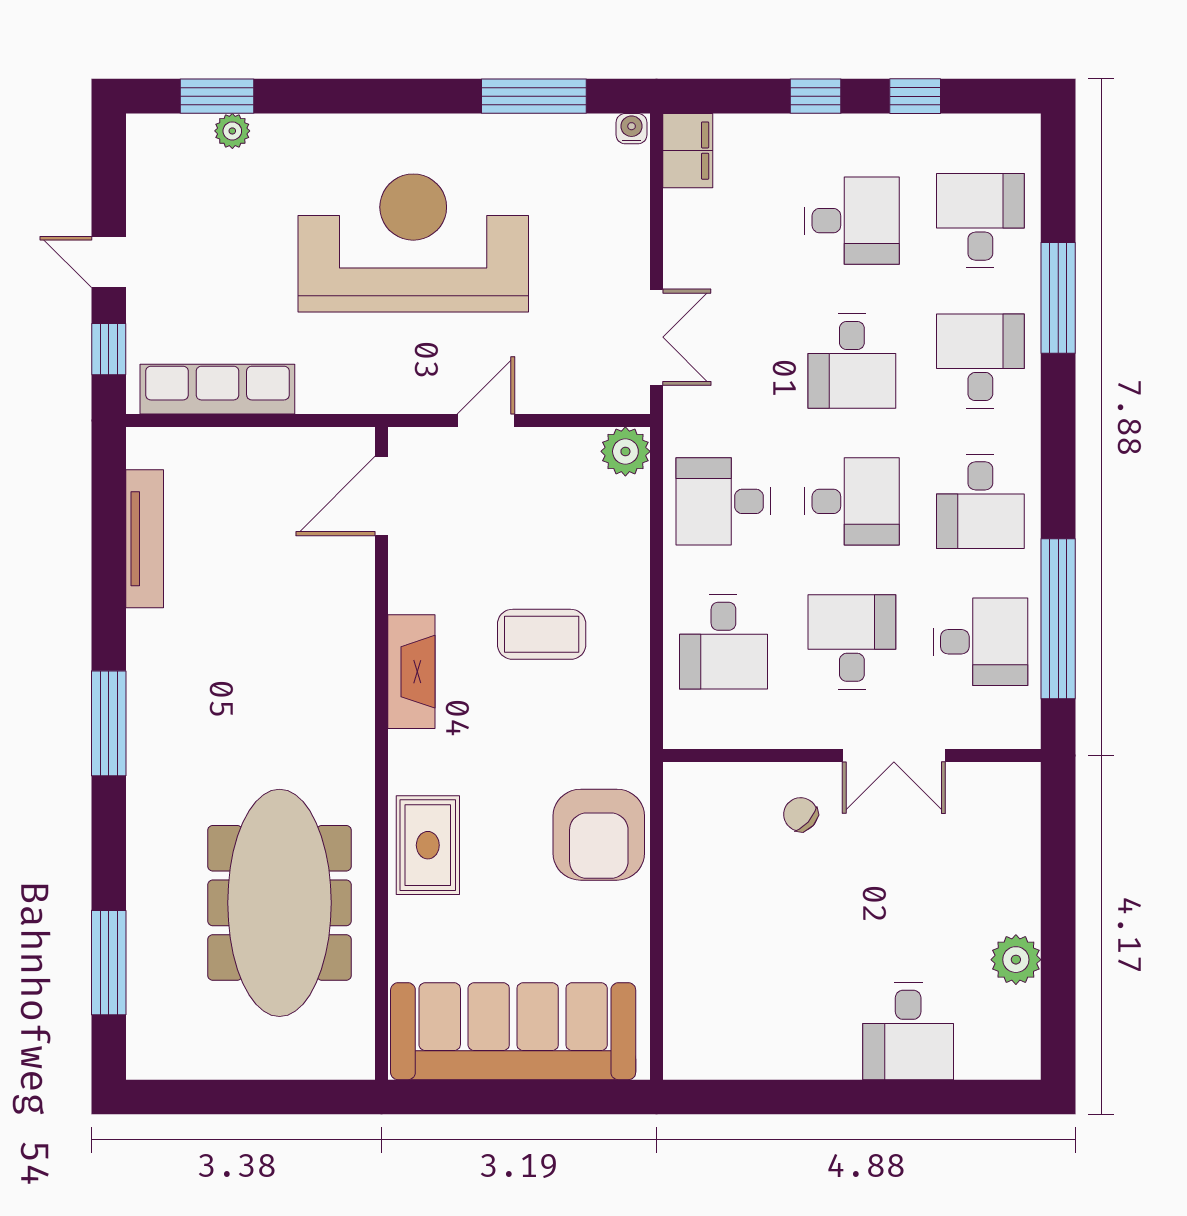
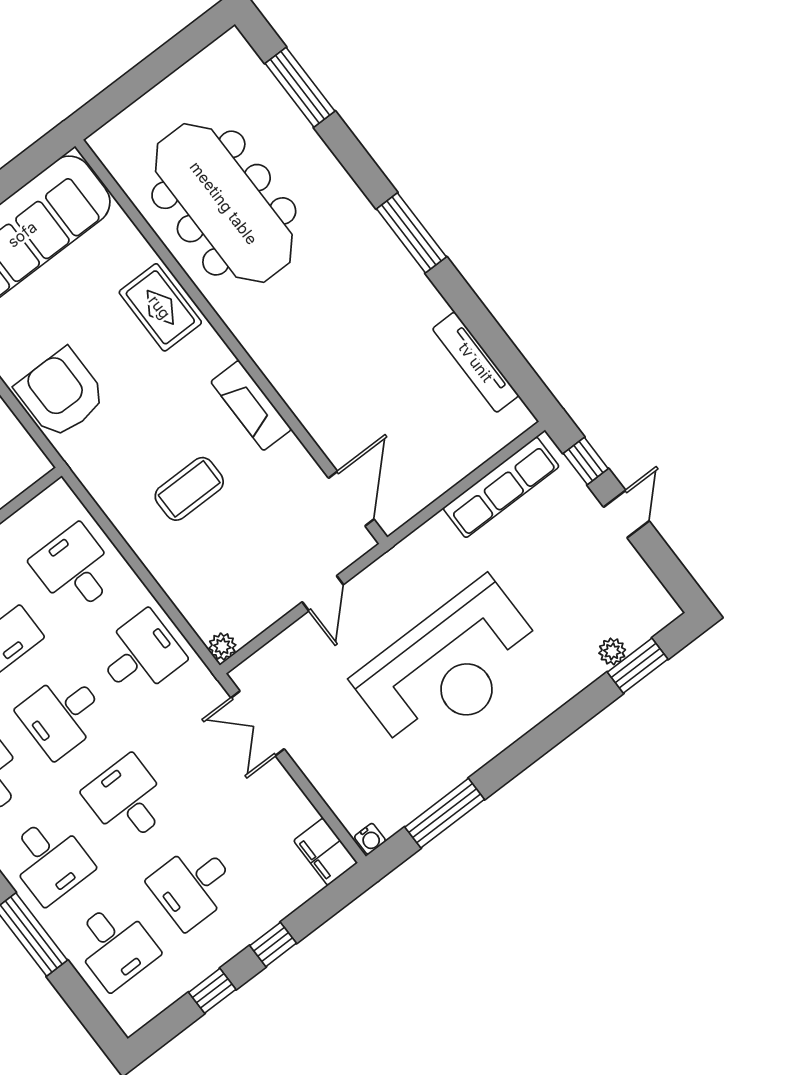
door: (109, 262) -> (626, 514), hinge flipped
plant: (625, 451) -> (222, 647), width x0.73, depth x0.73

